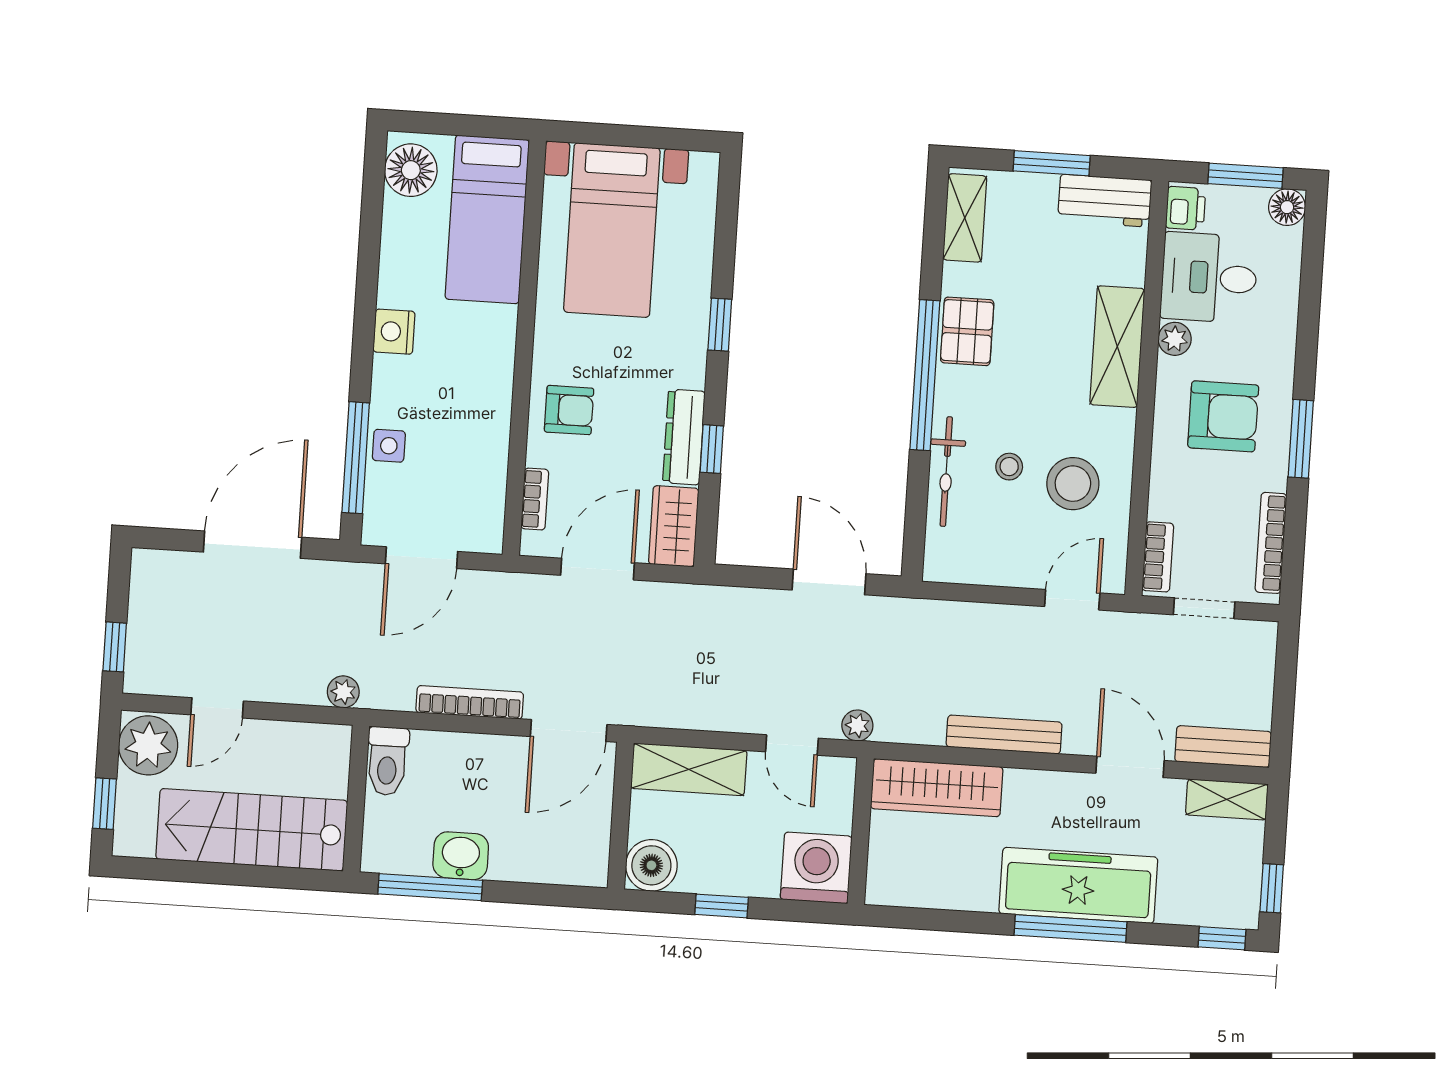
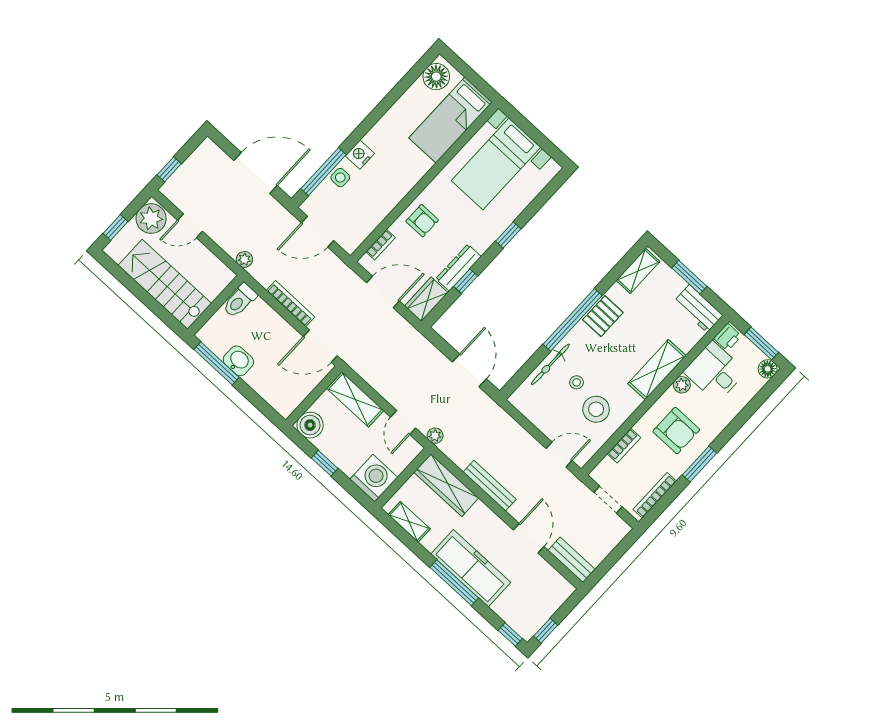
nightstand: (394, 332) -> (360, 155), moved
bookcase: (1158, 557) -> (624, 446), moved
shelving: (1227, 799) -> (409, 522), moved

